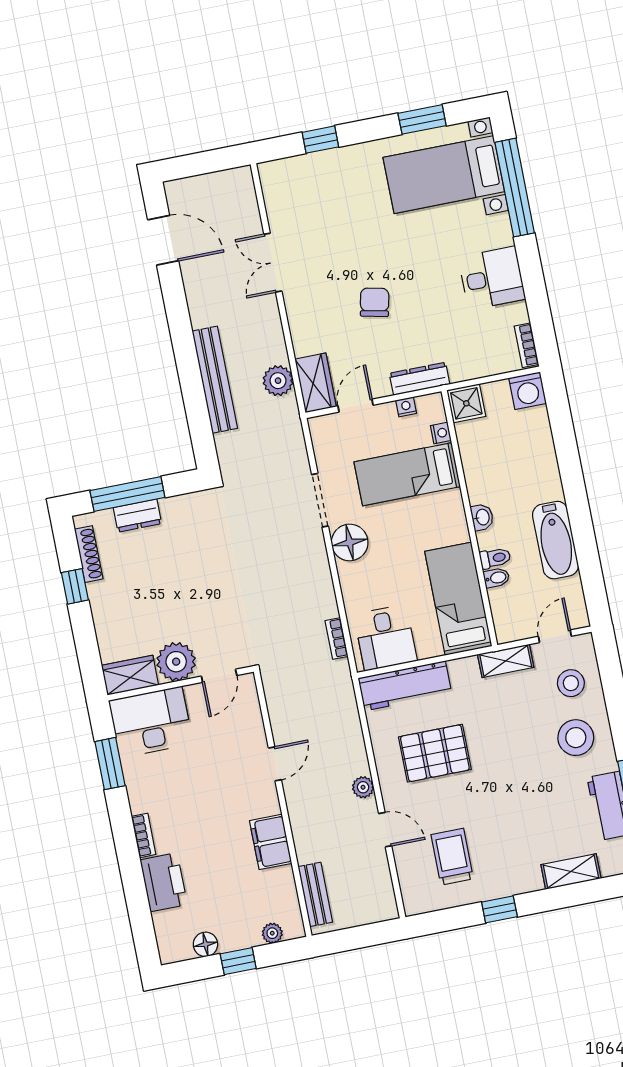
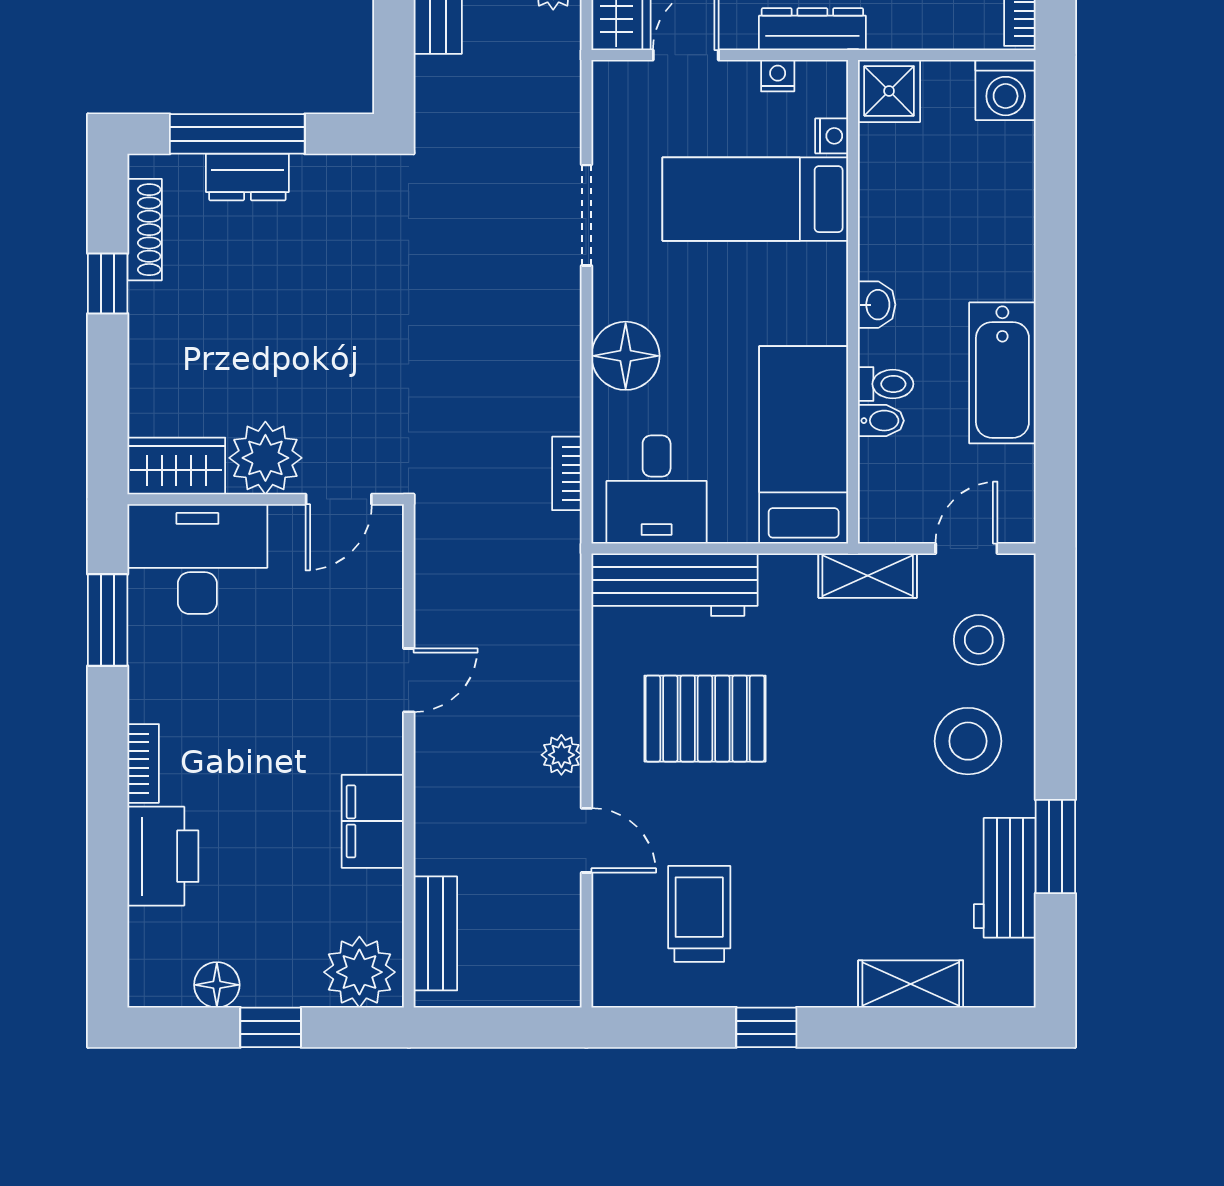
floor lamp: (350, 542) -> (626, 356), moved
plant: (272, 933) -> (359, 972), width x1.88, depth x1.88

